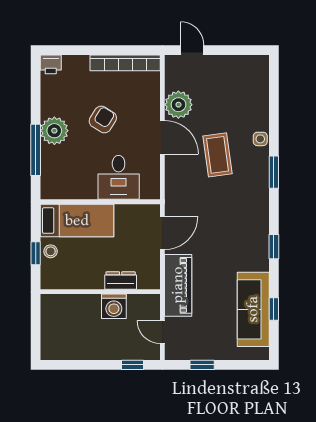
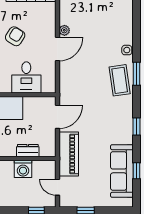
plant: (178, 105) -> (64, 30), width x0.53, depth x0.53
door: (162, 137) -> (57, 49), hinge flipped
coffee table: (217, 155) -> (120, 80), moved

